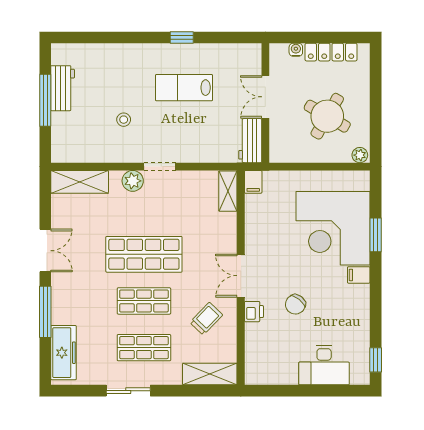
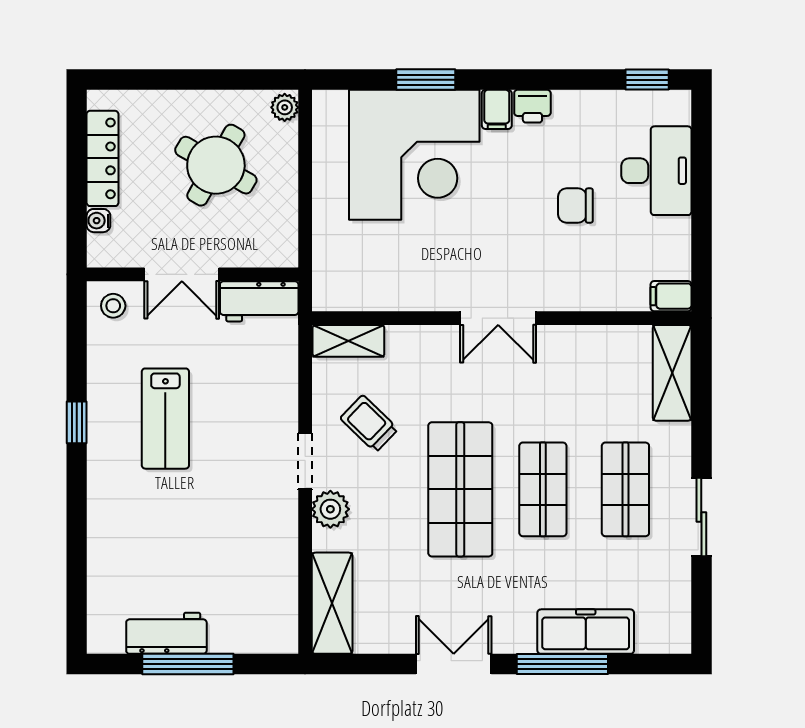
stool: (124, 120) -> (113, 306), moved
filing cabinet: (253, 182) -> (671, 296), moved, turned 180
chair: (295, 304) -> (575, 206), moved, turned 142
printer: (254, 312) -> (532, 106), moved, turned 180
trolley: (206, 319) -> (369, 424), moved
freezer: (64, 353) -> (586, 632), moved

